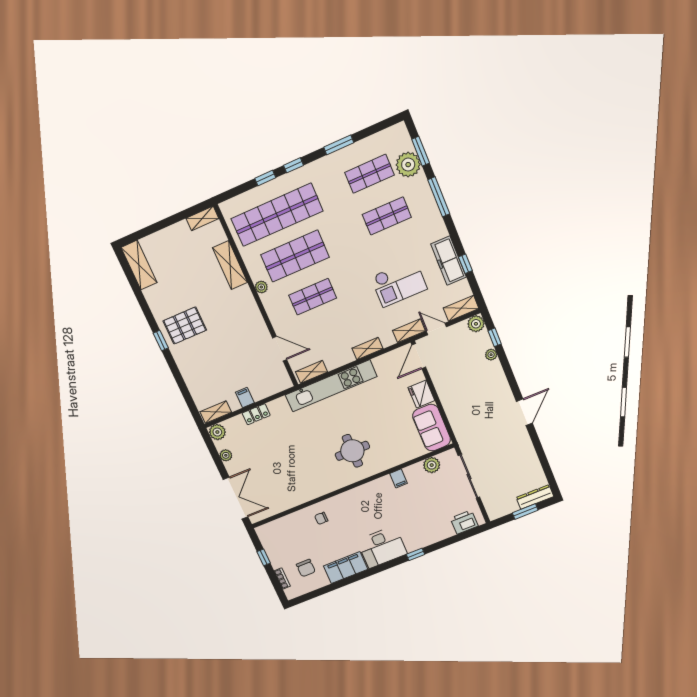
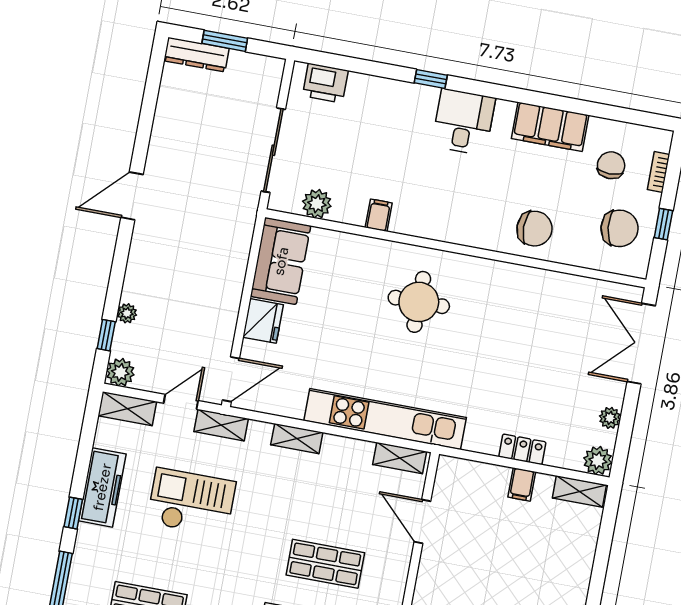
window: (465, 264) -> (73, 513), moved
door: (436, 329) -> (181, 402), swing flipped
chair: (321, 518) -> (534, 229), width x1.87, depth x1.87
chair: (282, 543) -> (620, 228), added
desk: (382, 547) -> (464, 122), width x0.73

